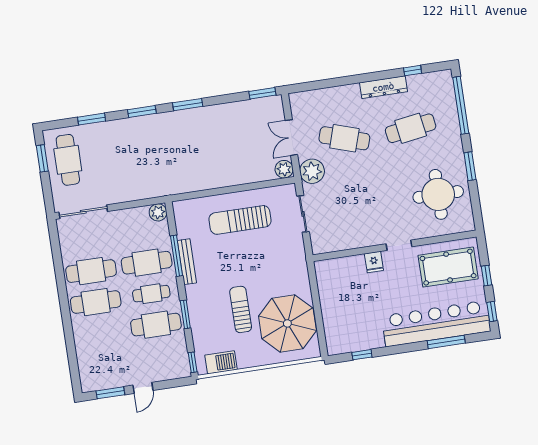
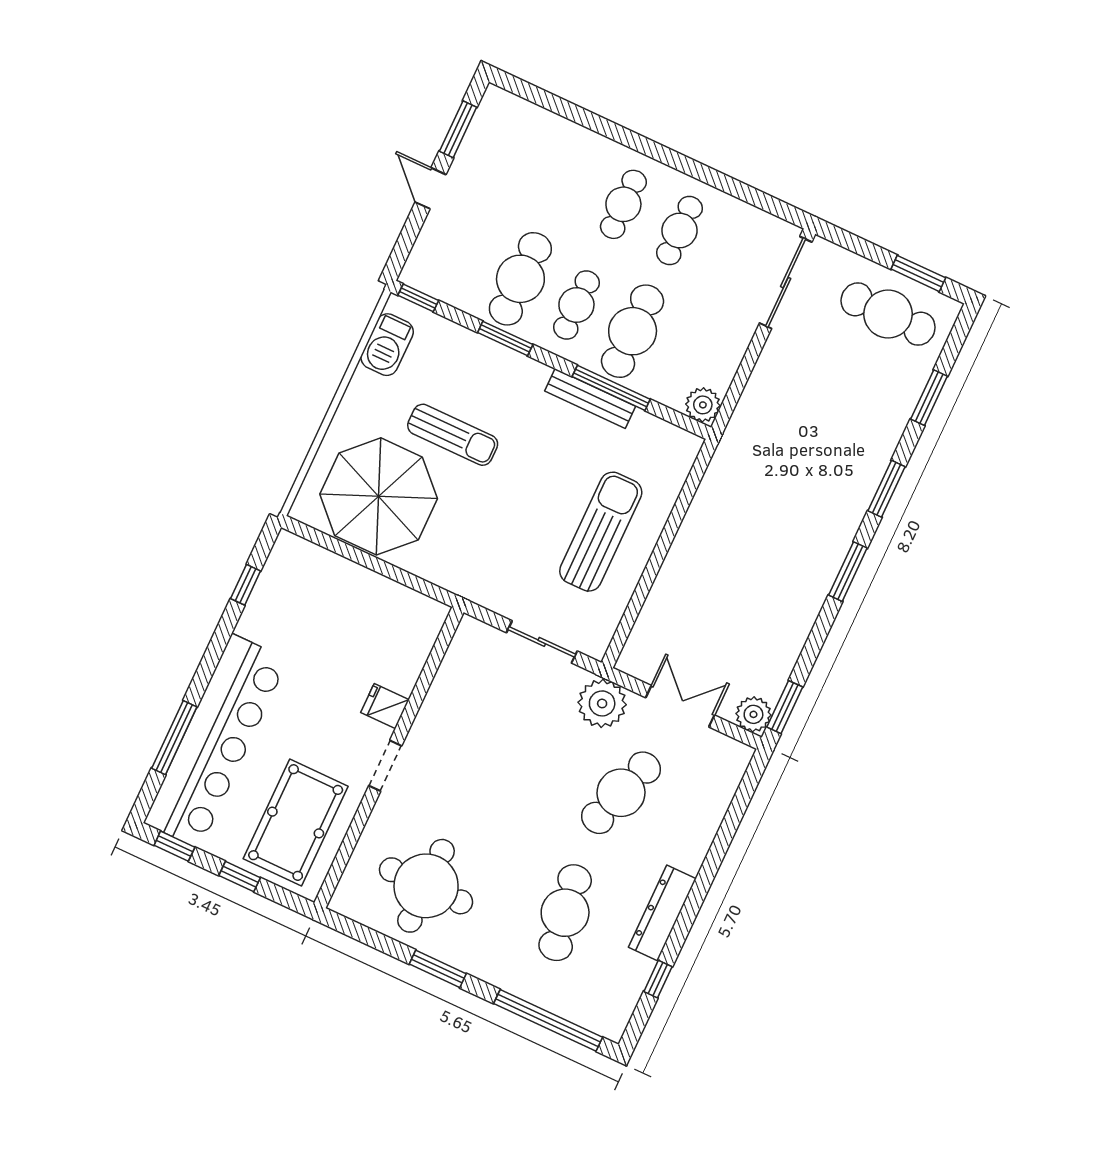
plant: (284, 169) -> (753, 714), moved
cafe table: (91, 271) -> (679, 231), width x0.73, depth x0.74
cafe table: (96, 302) -> (623, 204), width x0.73, depth x0.74

